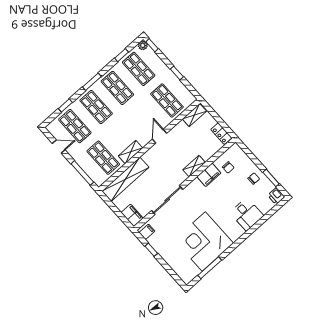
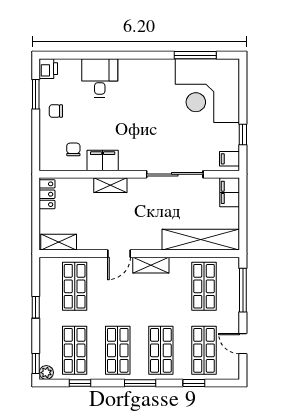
shelving: (131, 152) -> (151, 265), moved
corner desk: (204, 242) -> (207, 91), moved, turned 90

